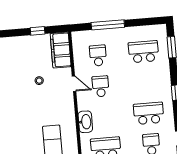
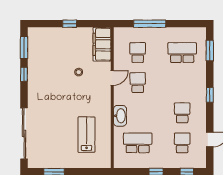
window: (38, 31) -> (70, 24), moved
door: (74, 84) -> (112, 78), hinge flipped
school desk: (149, 113) -> (182, 113), width x0.54

